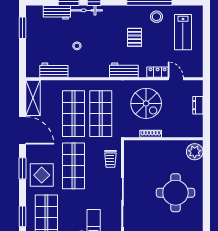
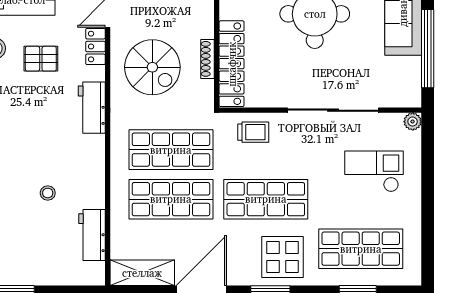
pallet: (134, 37) -> (41, 59), moved
spiral stairs: (146, 103) -> (152, 67), turned 90
locker: (148, 147) -> (232, 64), added

